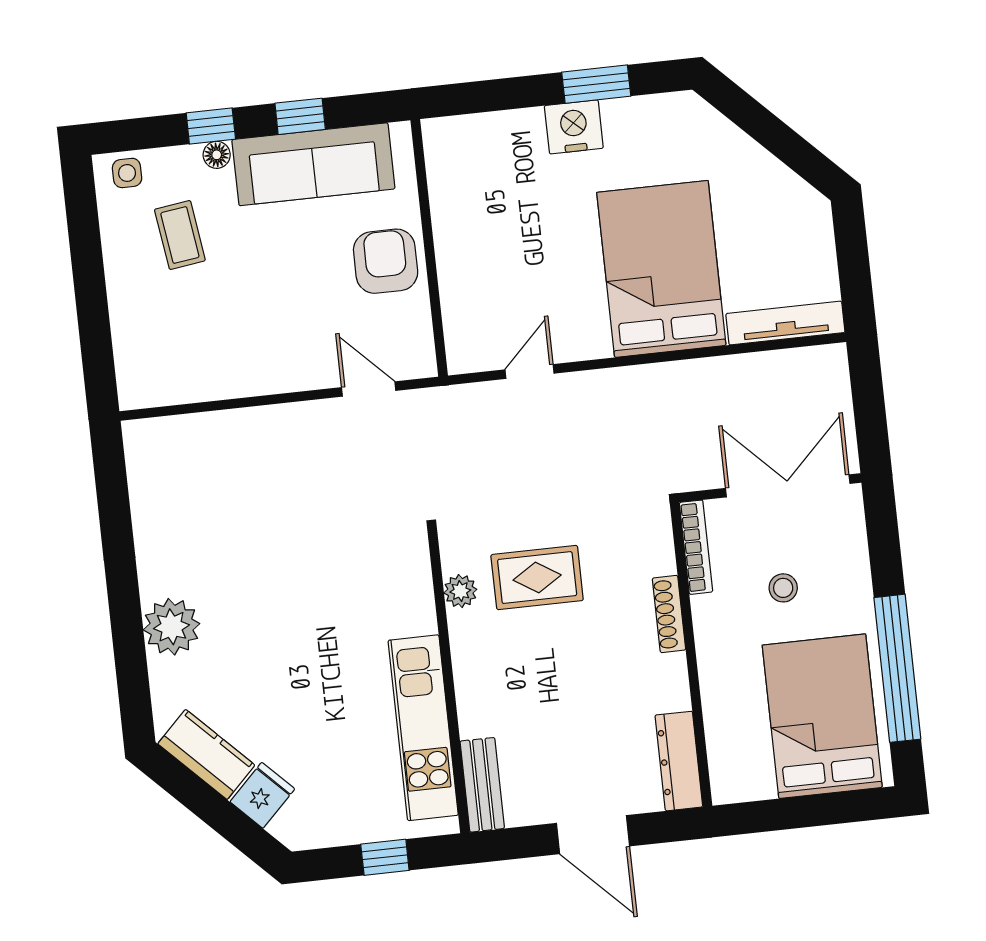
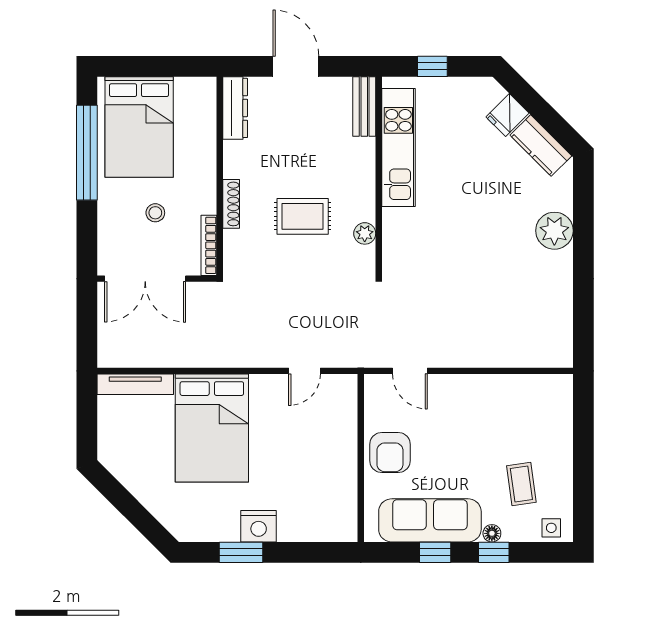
rug: (537, 578) -> (303, 216), moved

